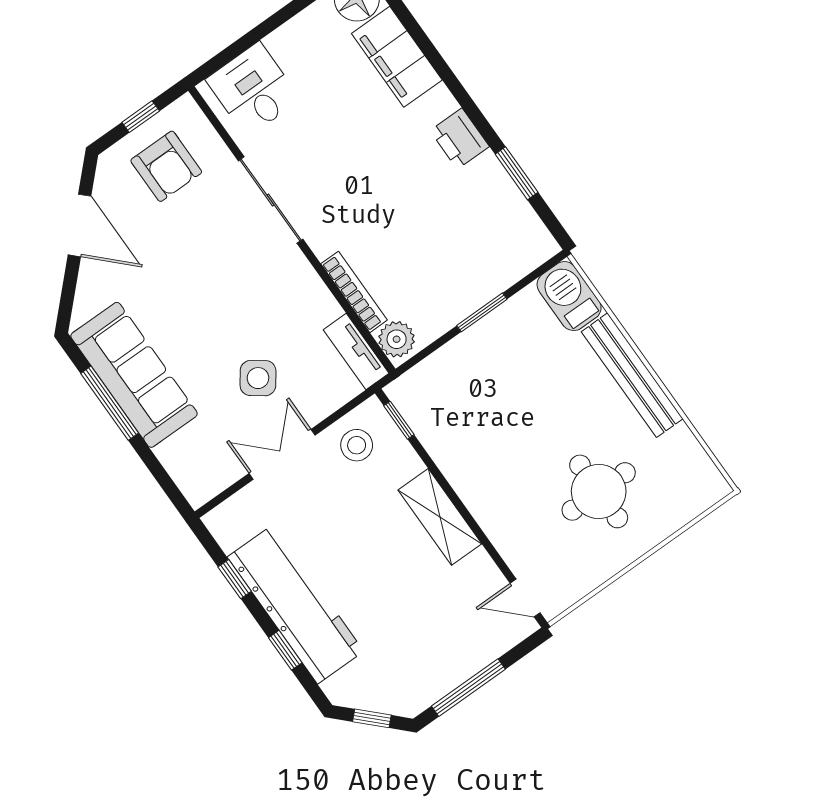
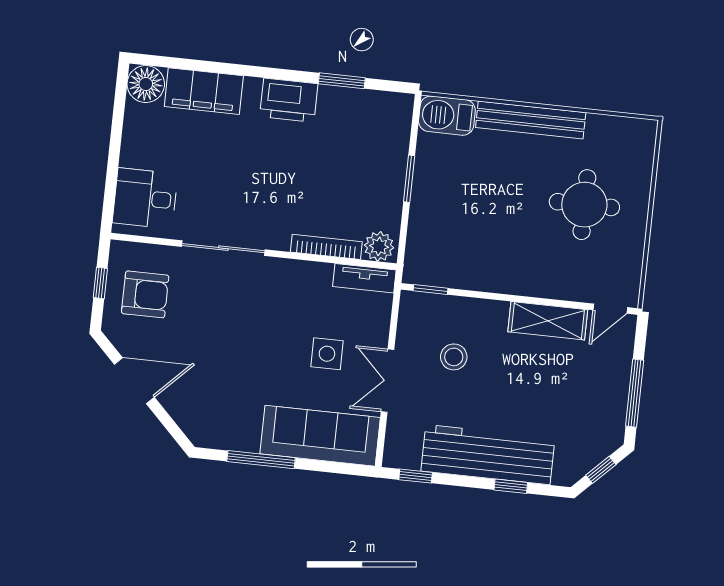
printer: (460, 139) -> (289, 100), width x1.37, depth x1.19
sofa: (134, 375) -> (320, 436), moved
side table: (258, 378) -> (327, 354), turned -36
stool: (357, 445) -> (454, 357), moved
shelving: (440, 517) -> (548, 321), moved
window: (235, 579) -> (416, 476), moved

